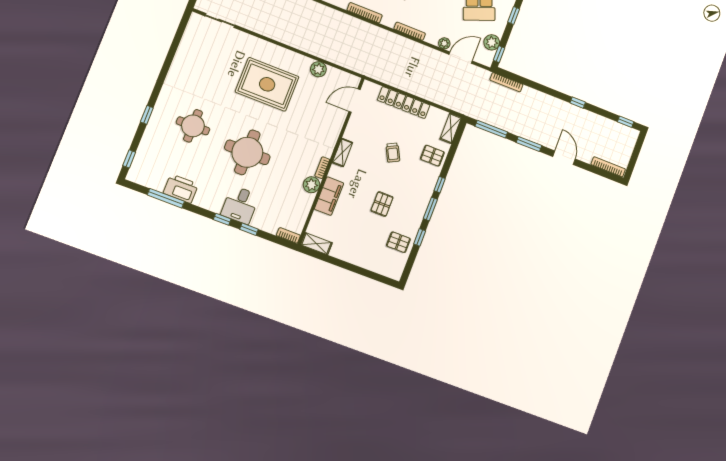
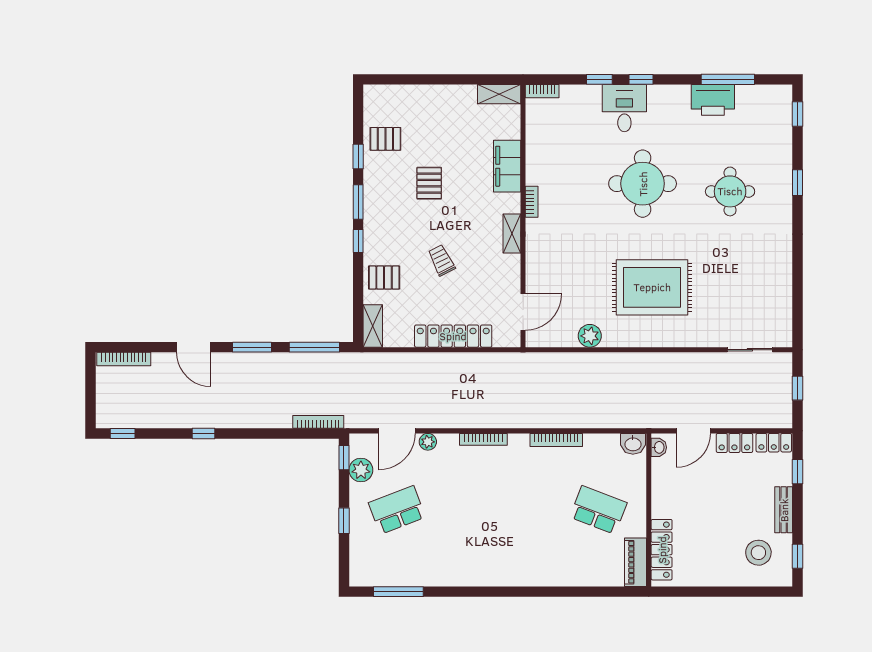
plant: (312, 185) -> (537, 173), removed

